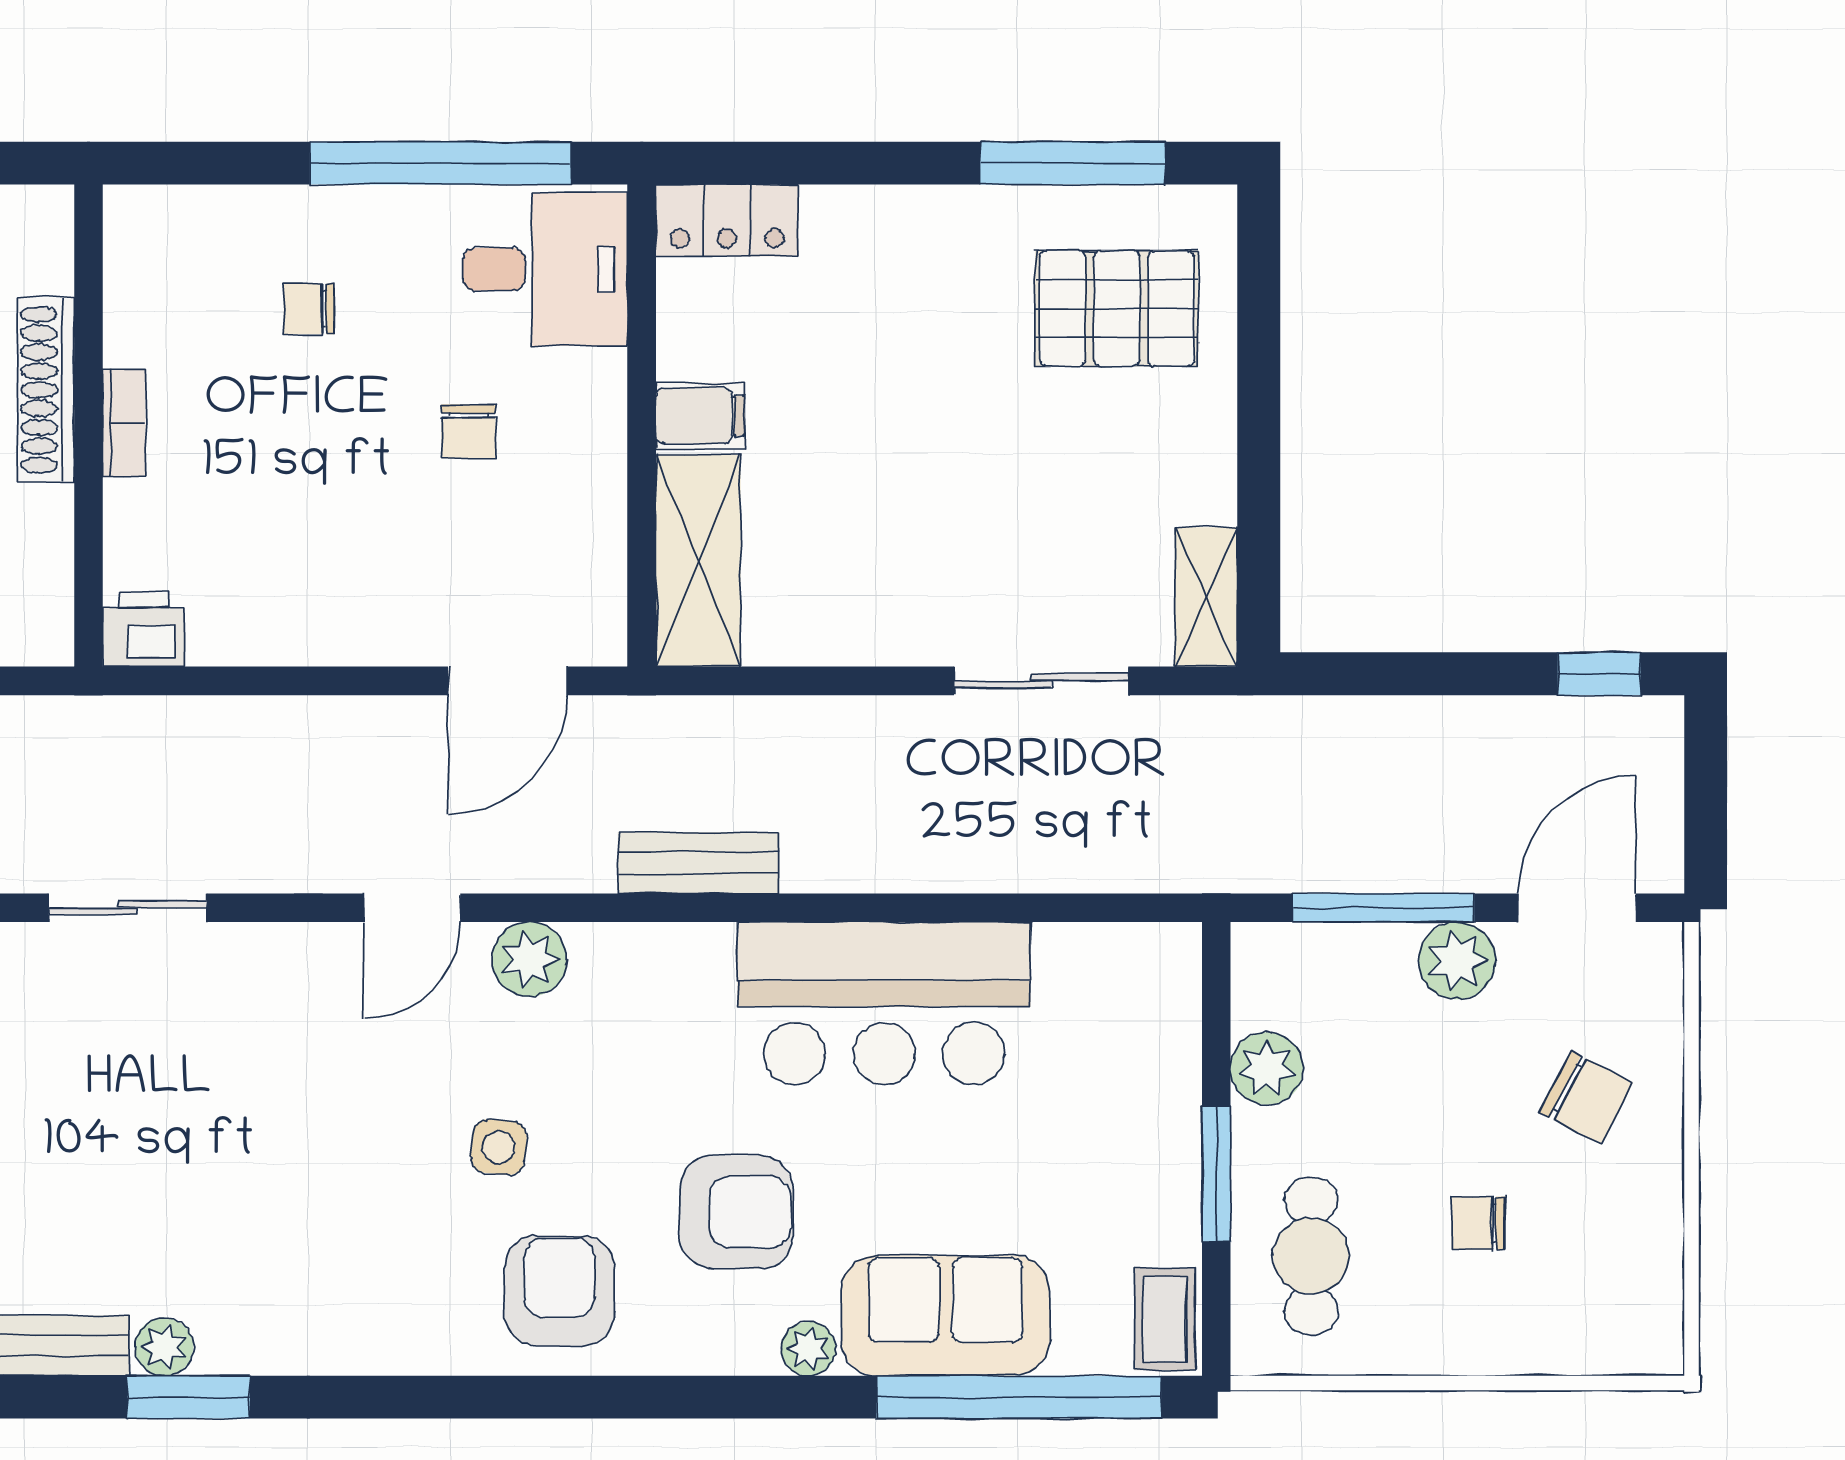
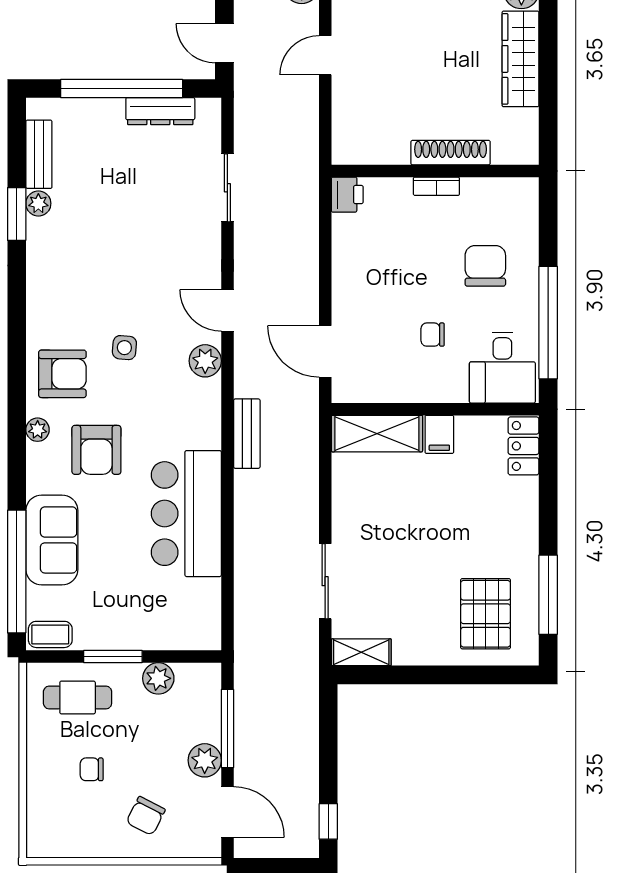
chair: (309, 309) -> (485, 266), width x1.87, depth x1.87
chair: (1478, 1223) -> (92, 769), turned -90
plant: (808, 1349) -> (38, 430), moved

